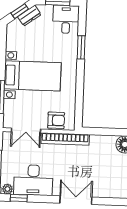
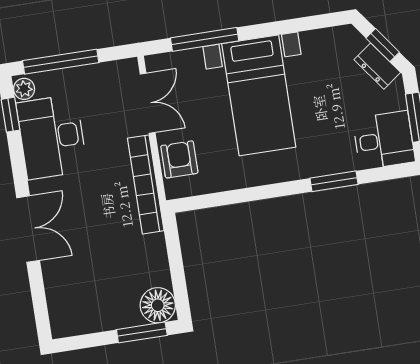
armchair: (56, 120) -> (179, 159), turned 180
double door: (26, 130) -> (148, 103), swing flipped

